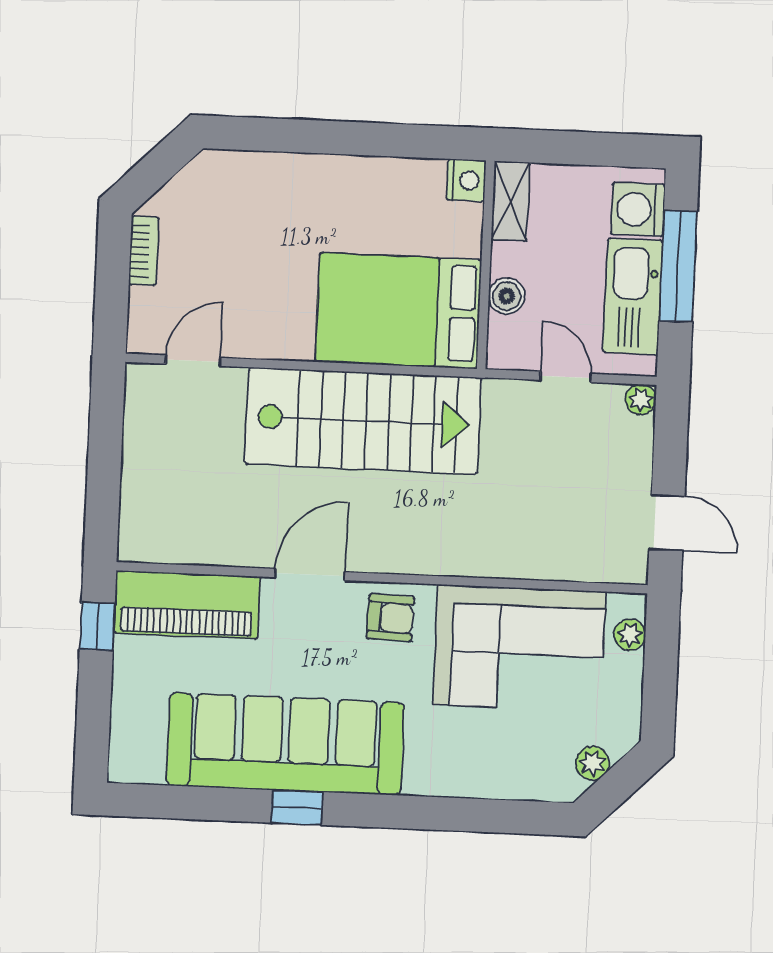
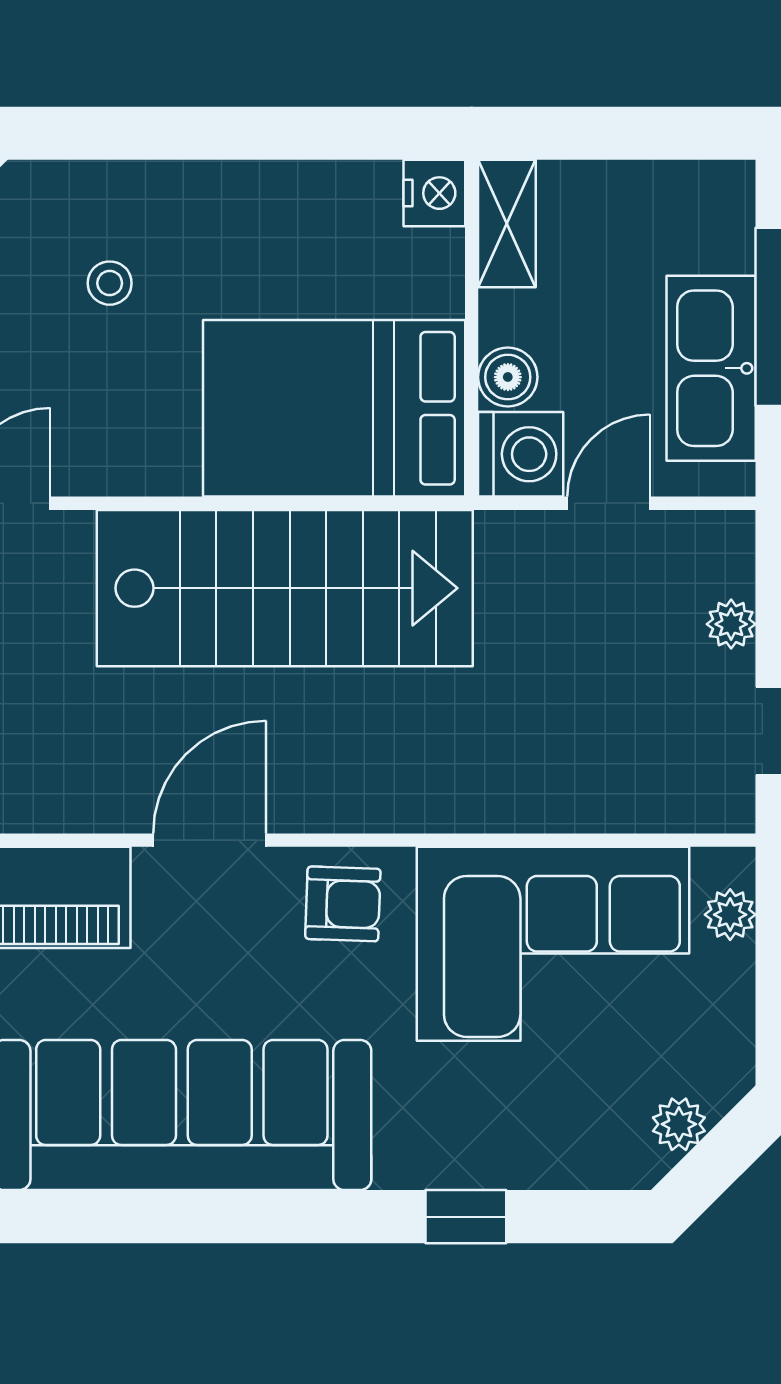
washing machine: (638, 209) -> (521, 454), moved, turned 180
stool: (263, 227) -> (110, 283), added
door: (566, 377) -> (609, 503), hinge flipped
plant: (641, 400) -> (731, 624), moved
window: (297, 807) -> (466, 1217), moved

